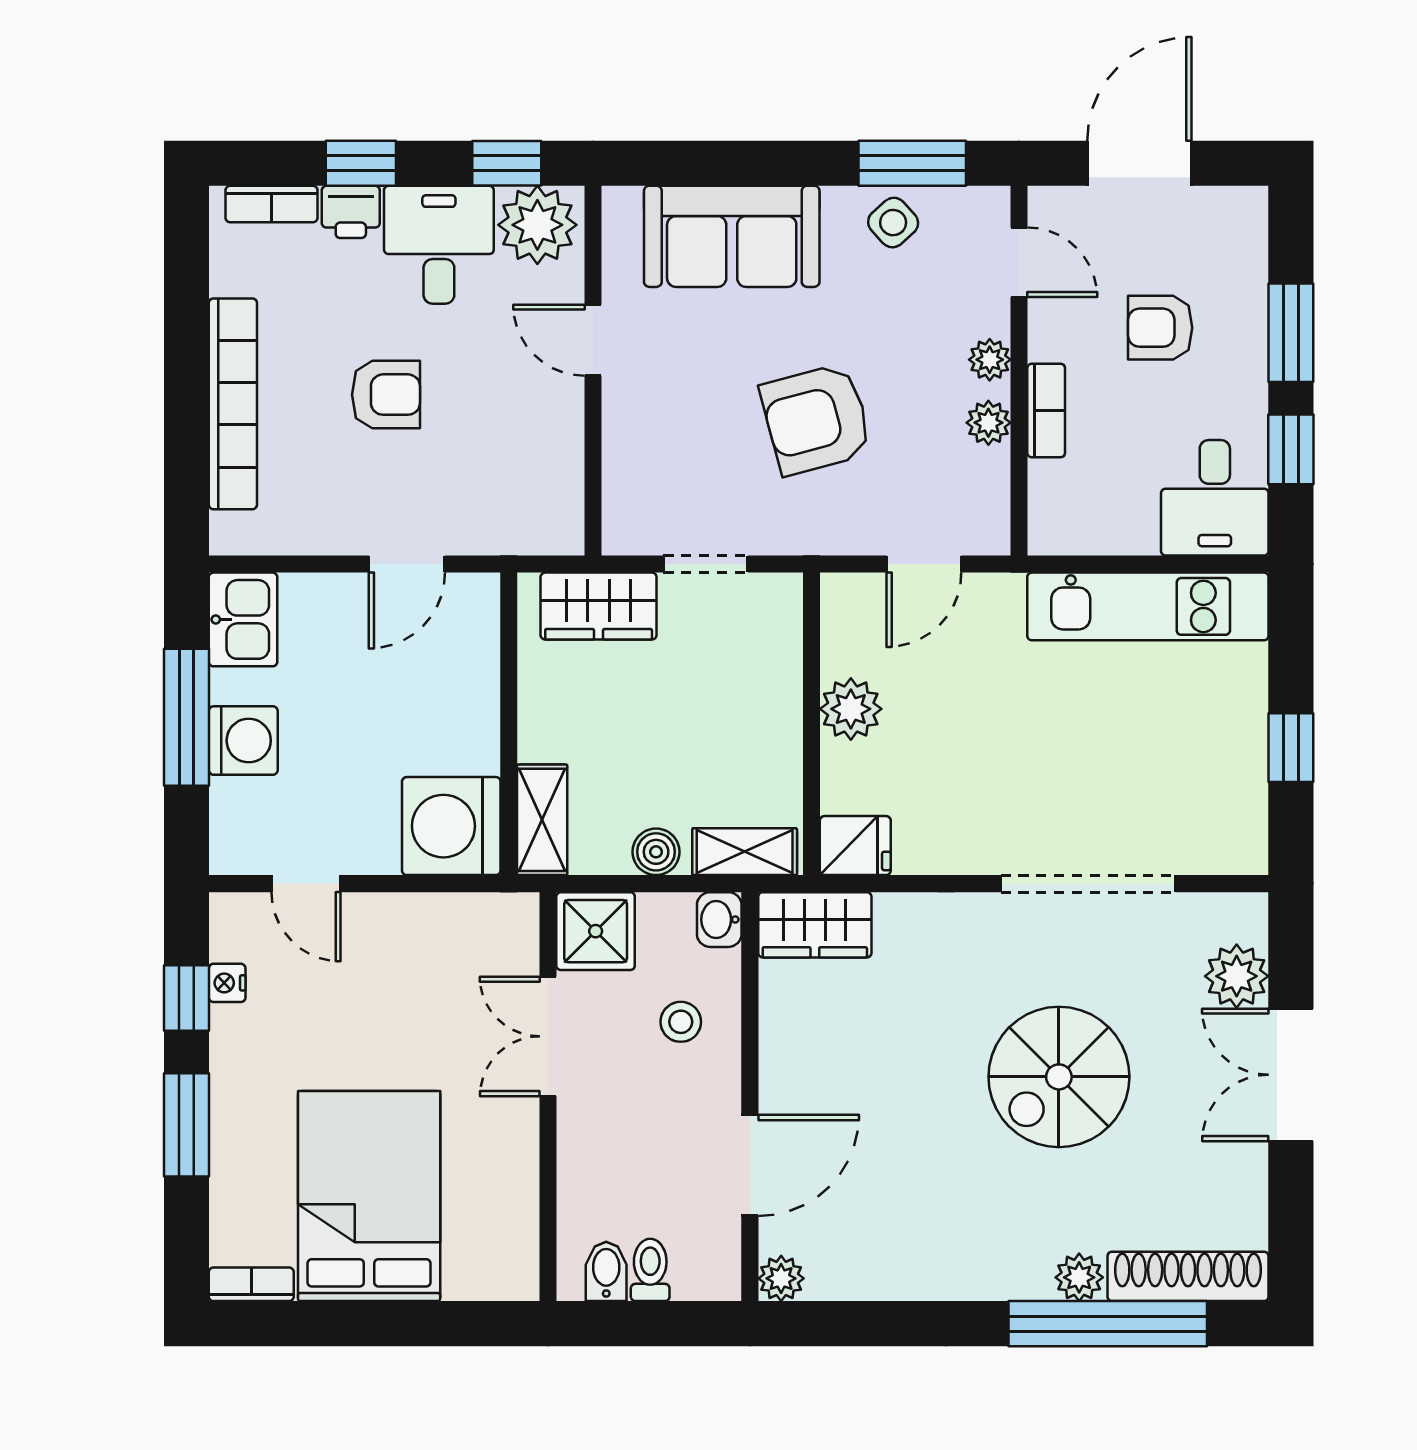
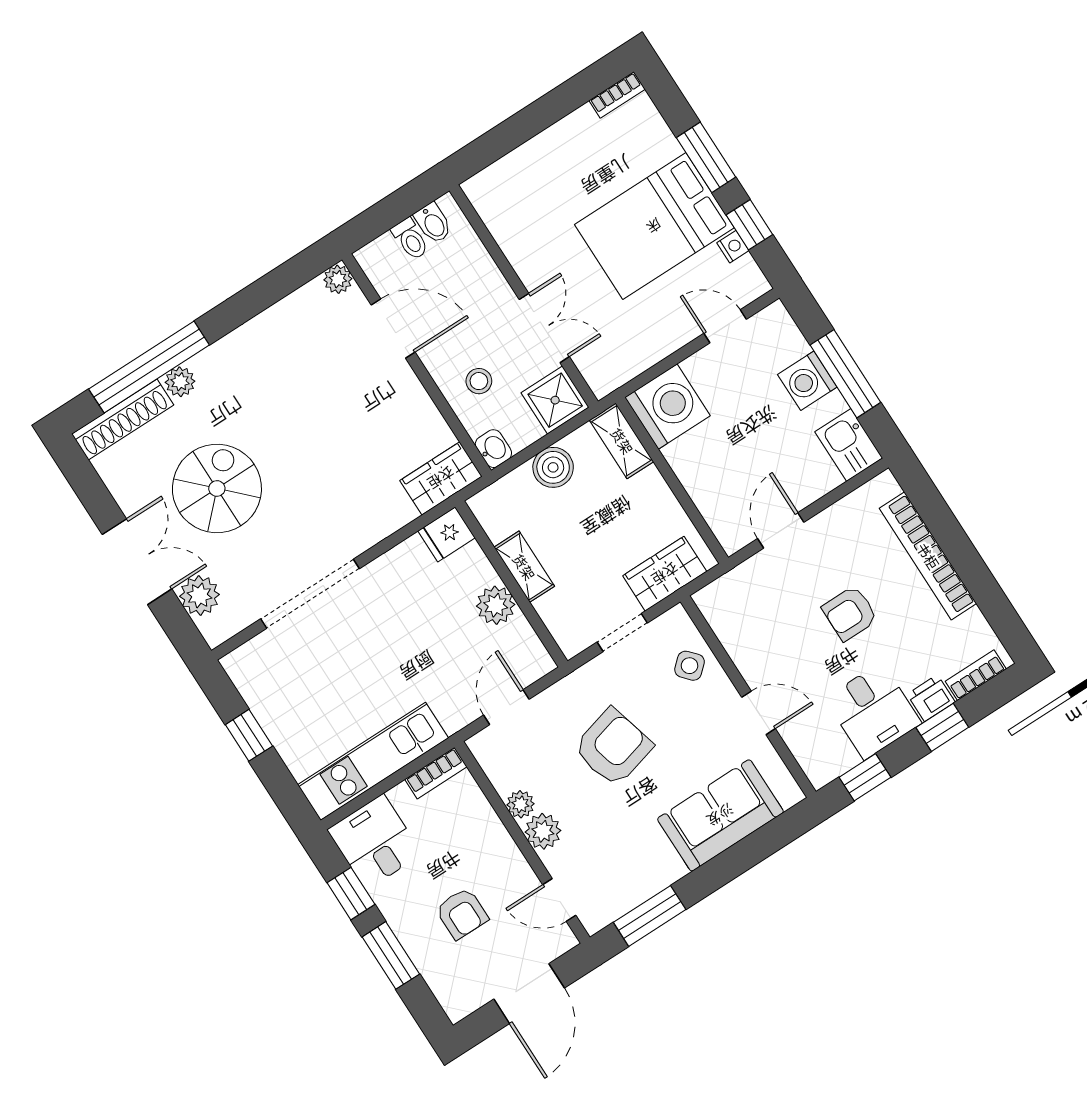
side table: (893, 223) -> (690, 666), moved
plant: (537, 225) -> (828, 755), removed
armchair: (1160, 328) -> (462, 913), turned 90
plant: (990, 360) -> (543, 831), width x1.38, depth x1.38
bookcase: (1046, 411) -> (436, 773), moved, turned -90
boiler: (656, 852) -> (553, 467), width x1.36, depth x1.36
shelving: (745, 852) -> (524, 567), moved, turned 90
spiral stairs: (1059, 1077) -> (217, 488), moved
door: (750, 1165) -> (393, 329), swing flipped
bed: (369, 1196) -> (654, 226), moved, turned 90

